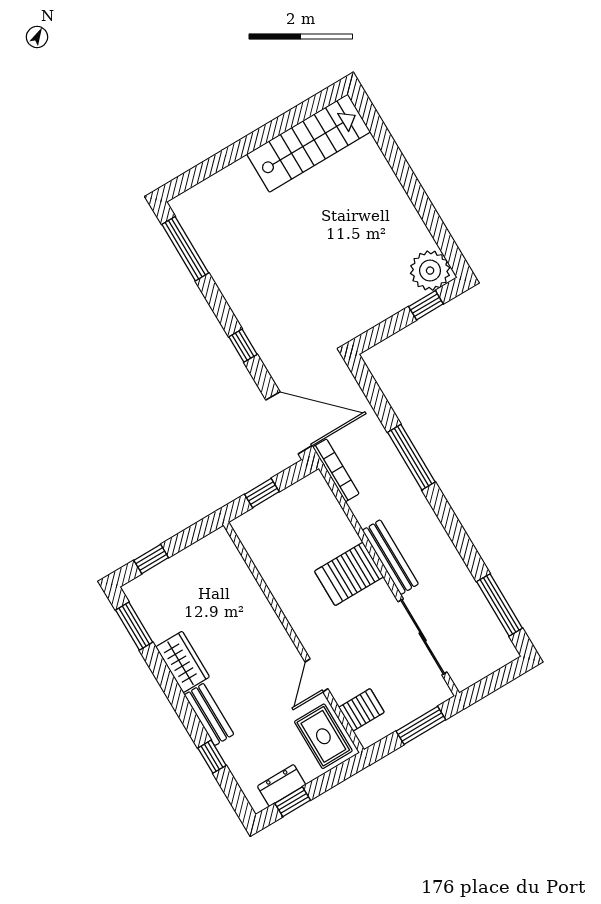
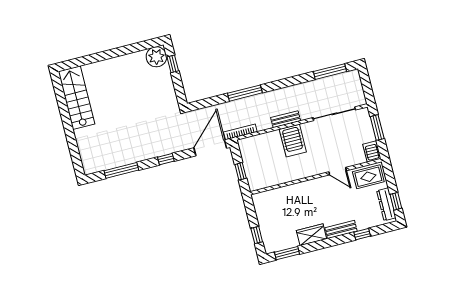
window: (185, 249) -> (121, 170), moved
bench: (390, 557) -> (286, 119), width x0.73
server rack: (362, 710) -> (372, 151), moved
dresser: (282, 785) -> (386, 204), width x1.44

